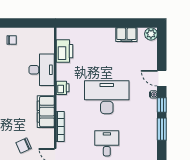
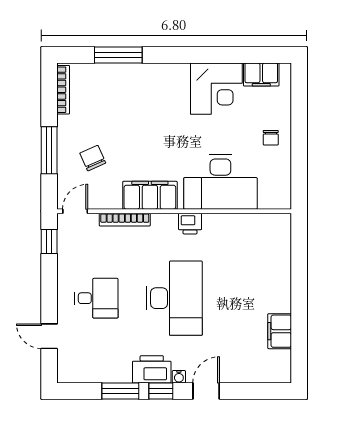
plant: (151, 34) -> (281, 373), removed
printer: (65, 51) -> (152, 369), moved, turned 180
desk: (42, 70) -> (220, 182), width x1.36, depth x1.30

